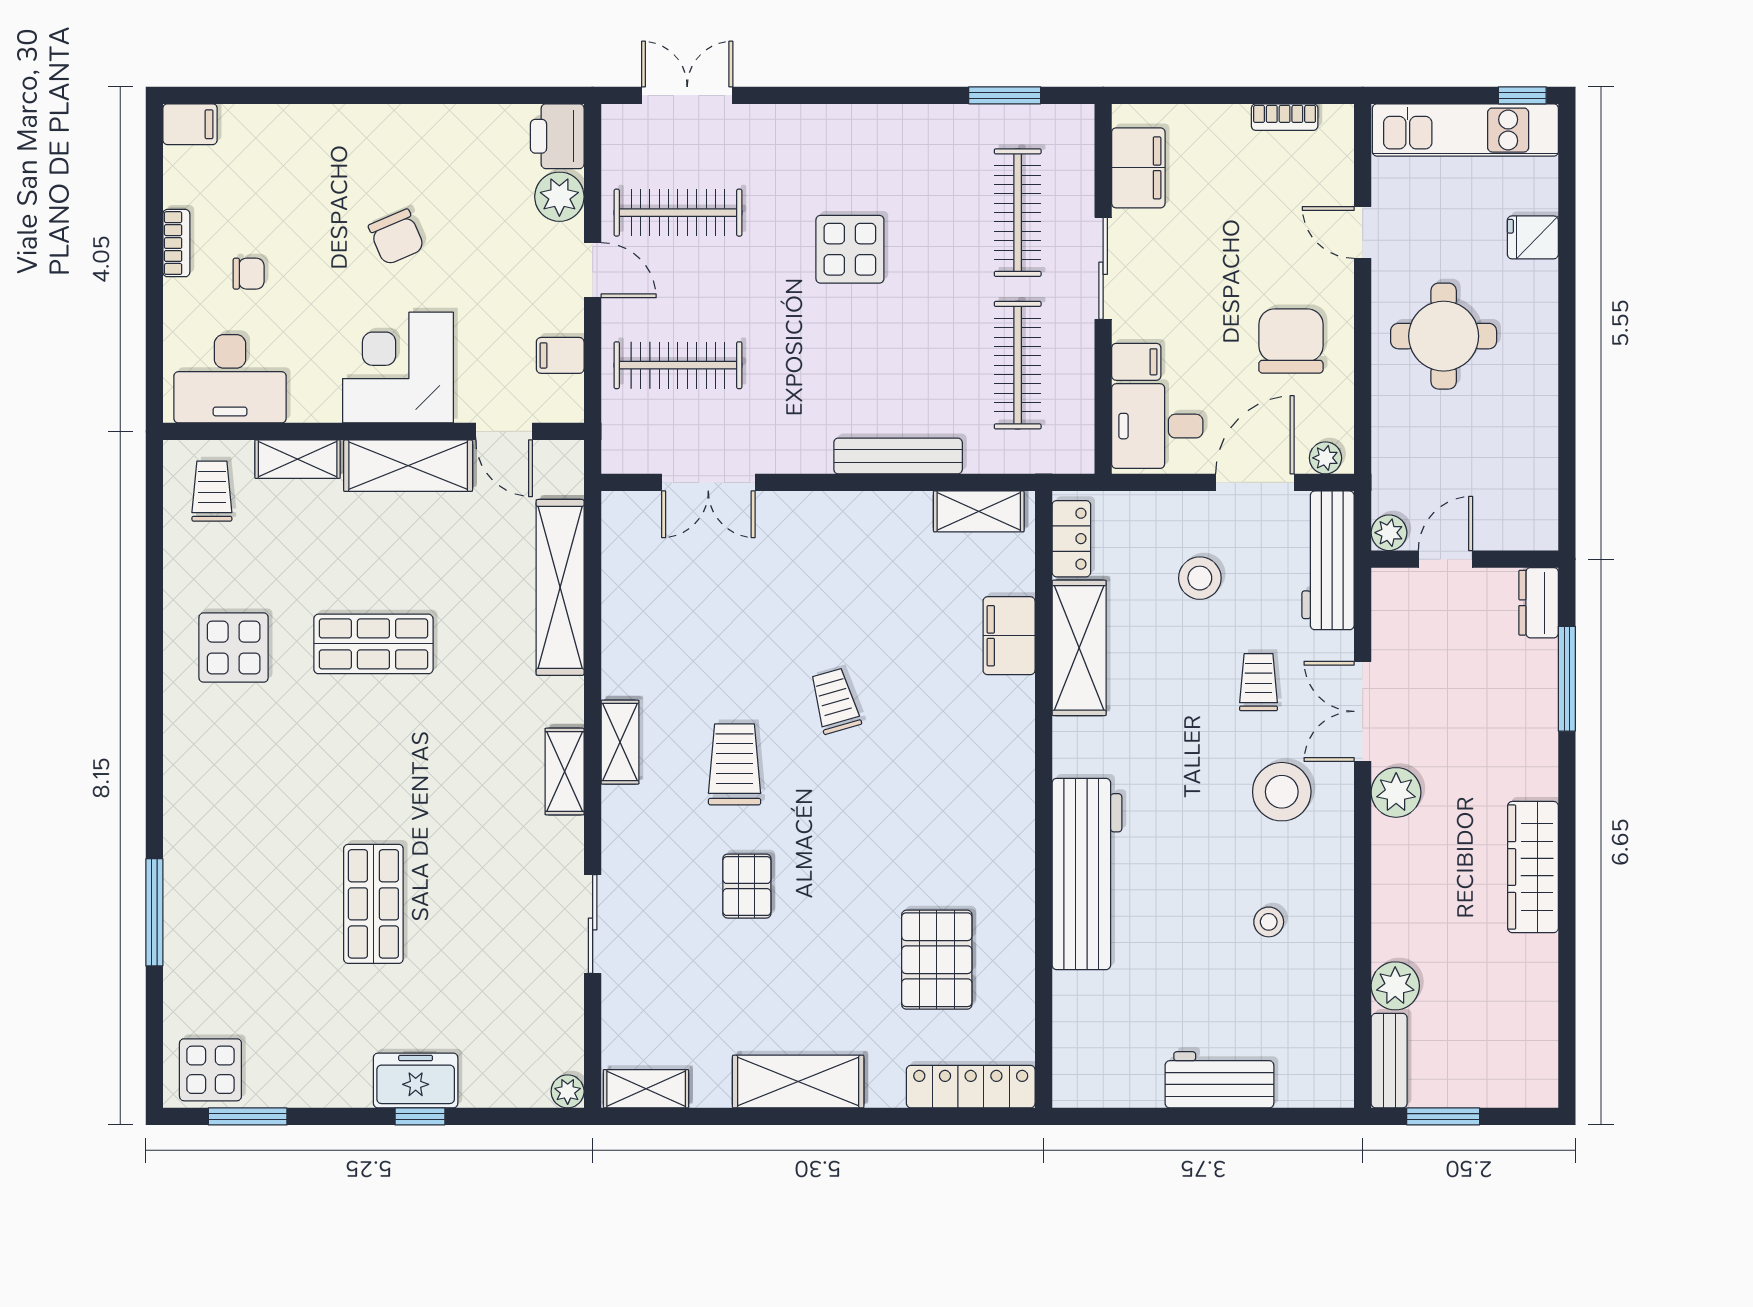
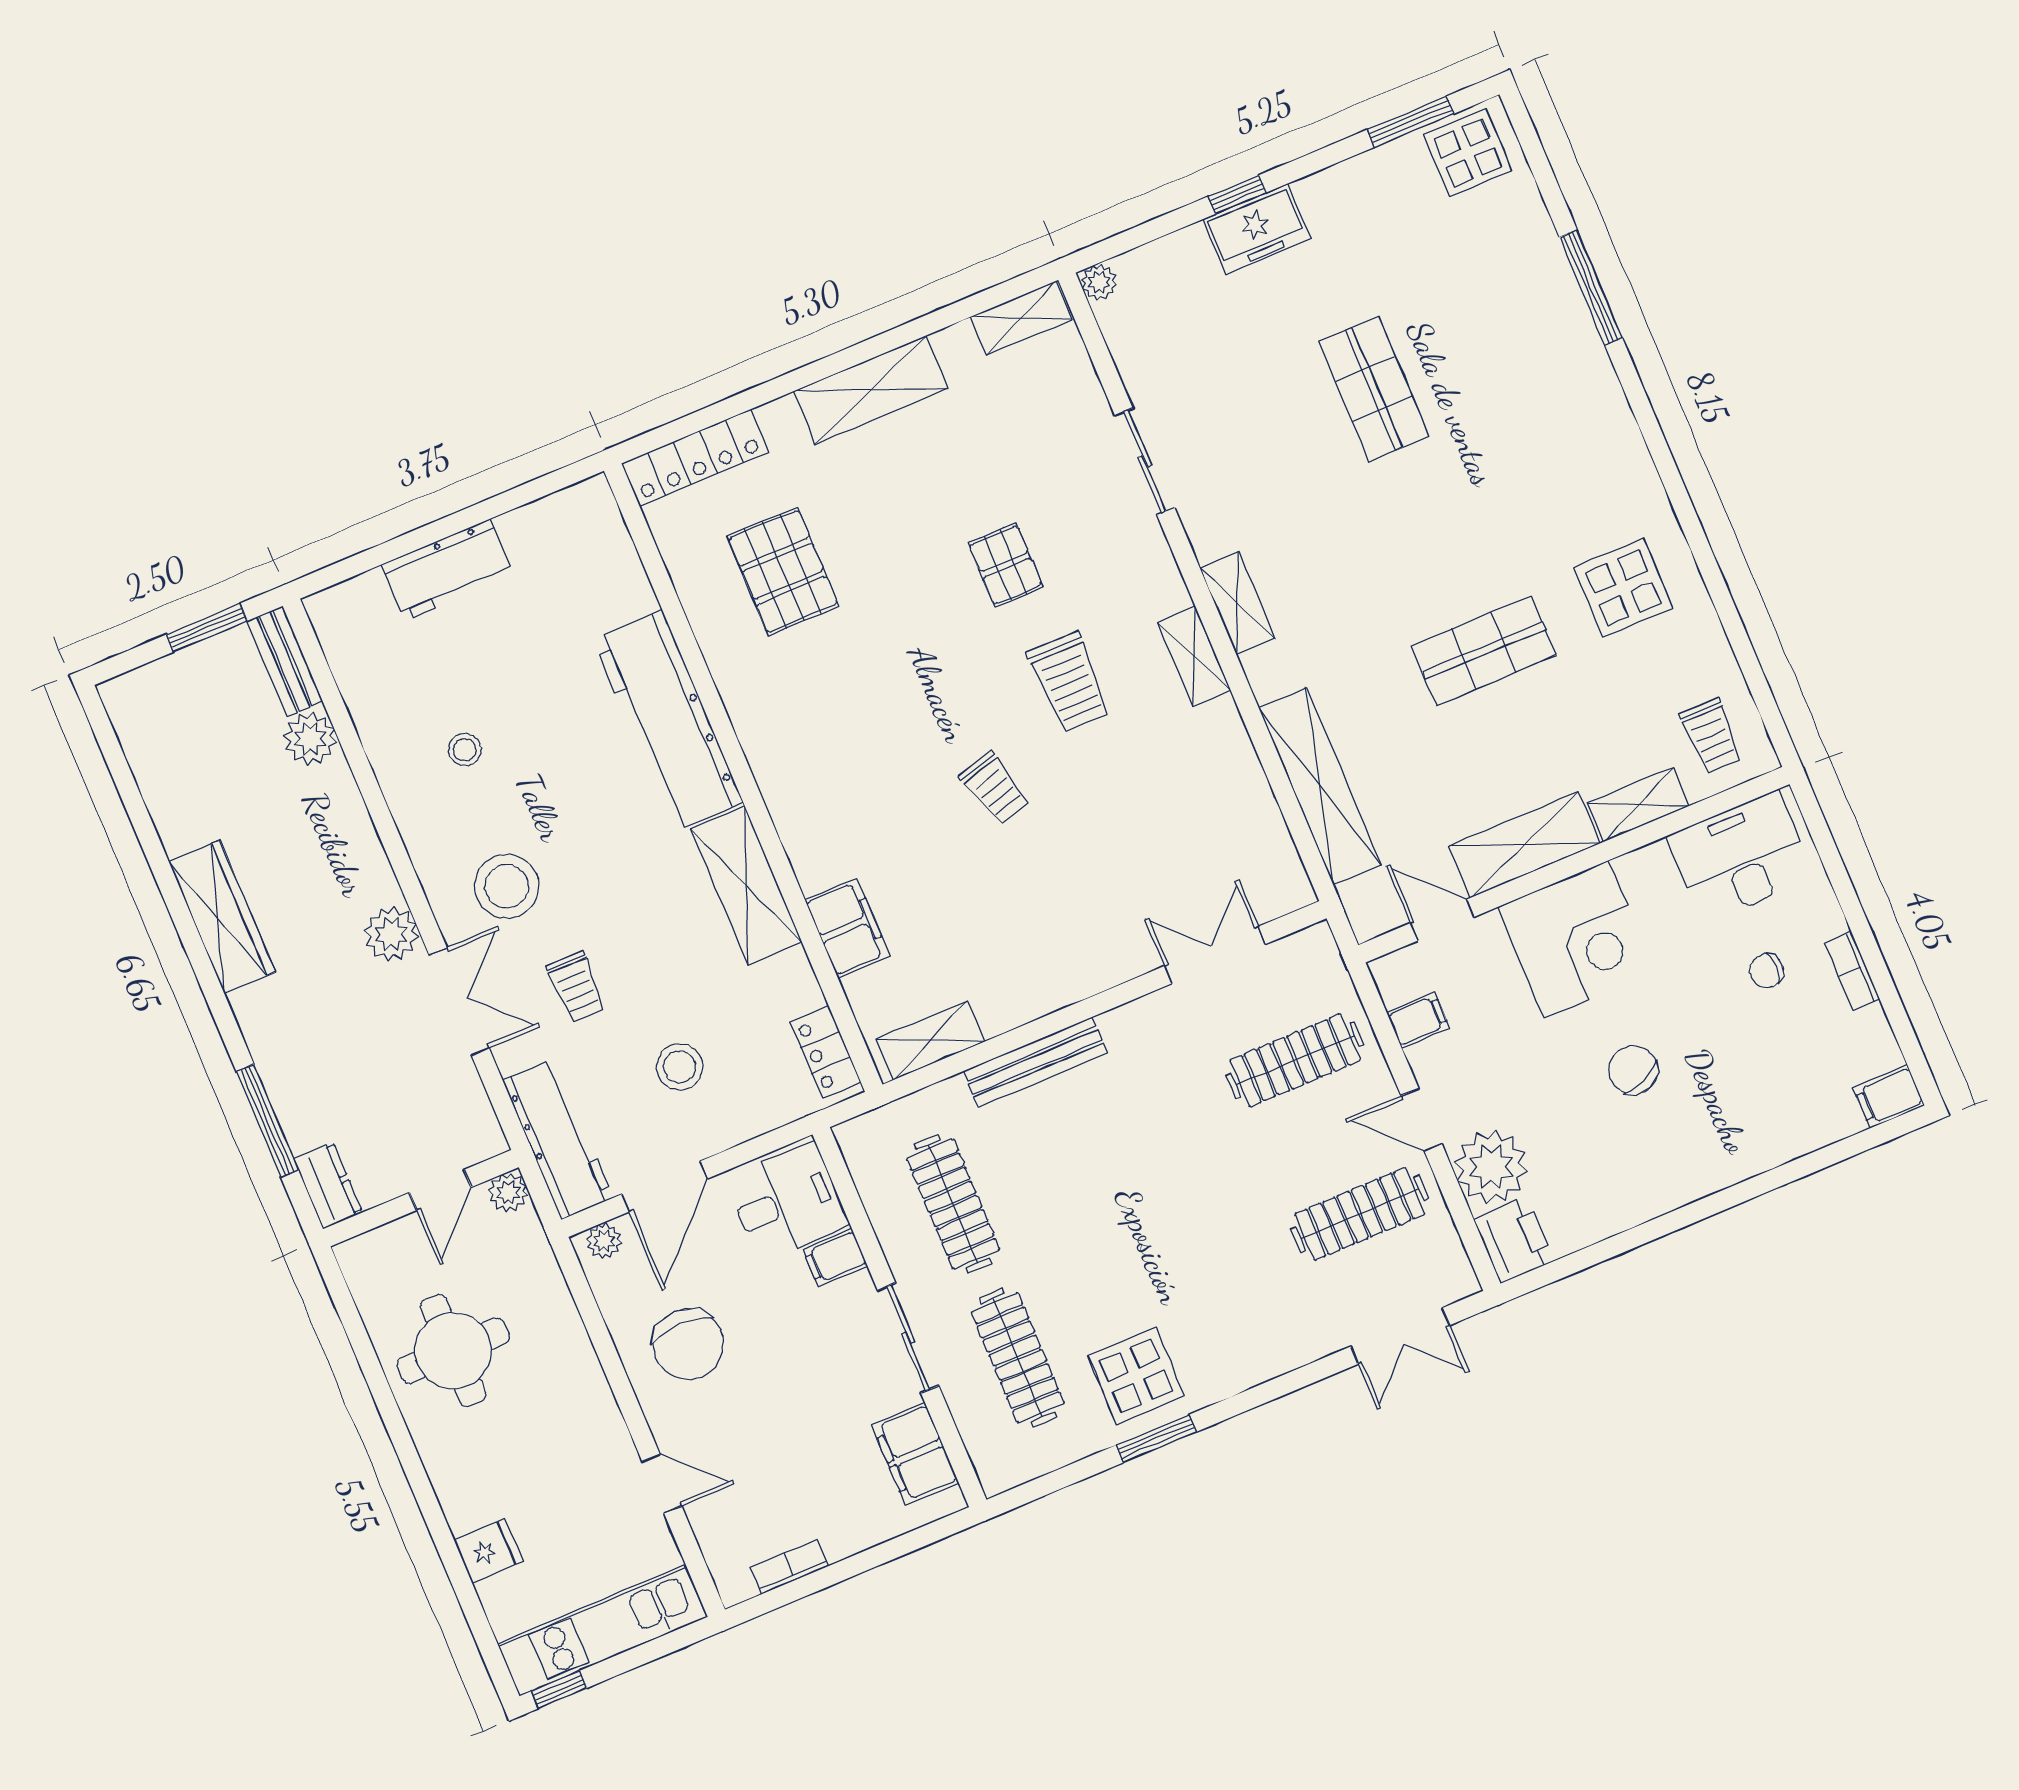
window: (1005, 95) -> (1156, 1439), moved
plant: (559, 197) -> (1491, 1167), width x1.36, depth x1.36
display table: (850, 249) -> (1136, 1376), moved
round table: (1444, 336) -> (453, 1351), moved
shelving: (1079, 648) -> (746, 886), moved

